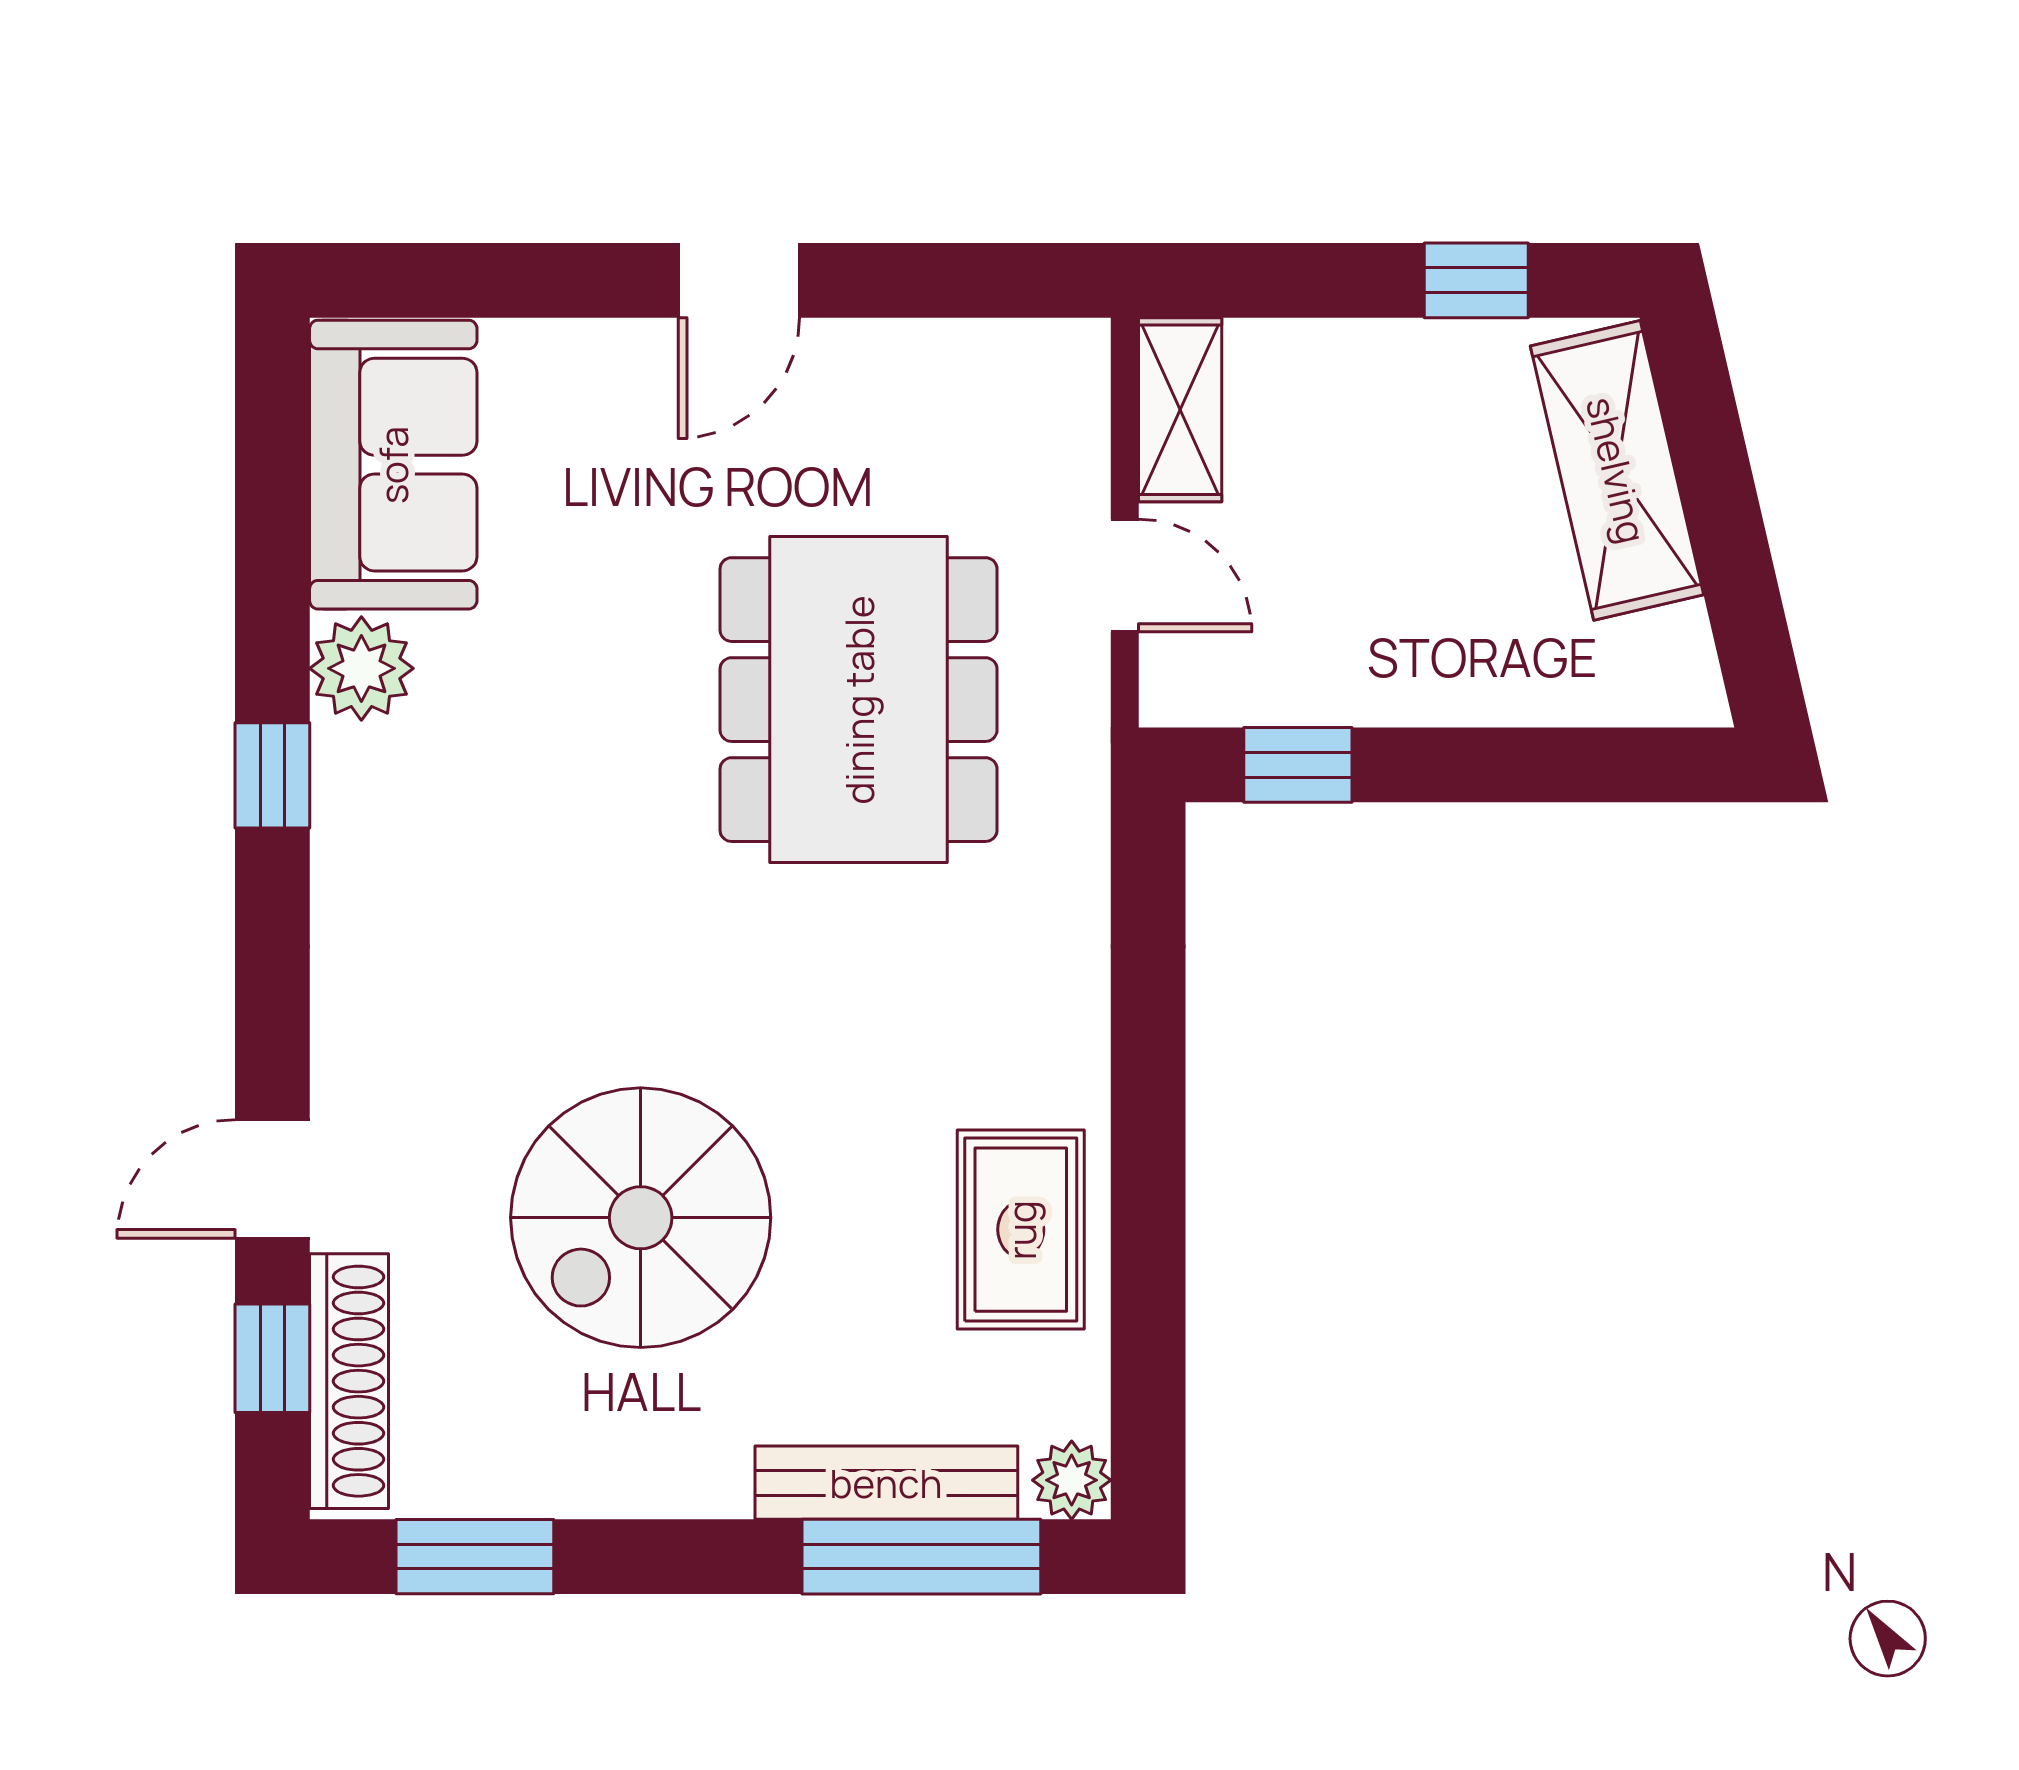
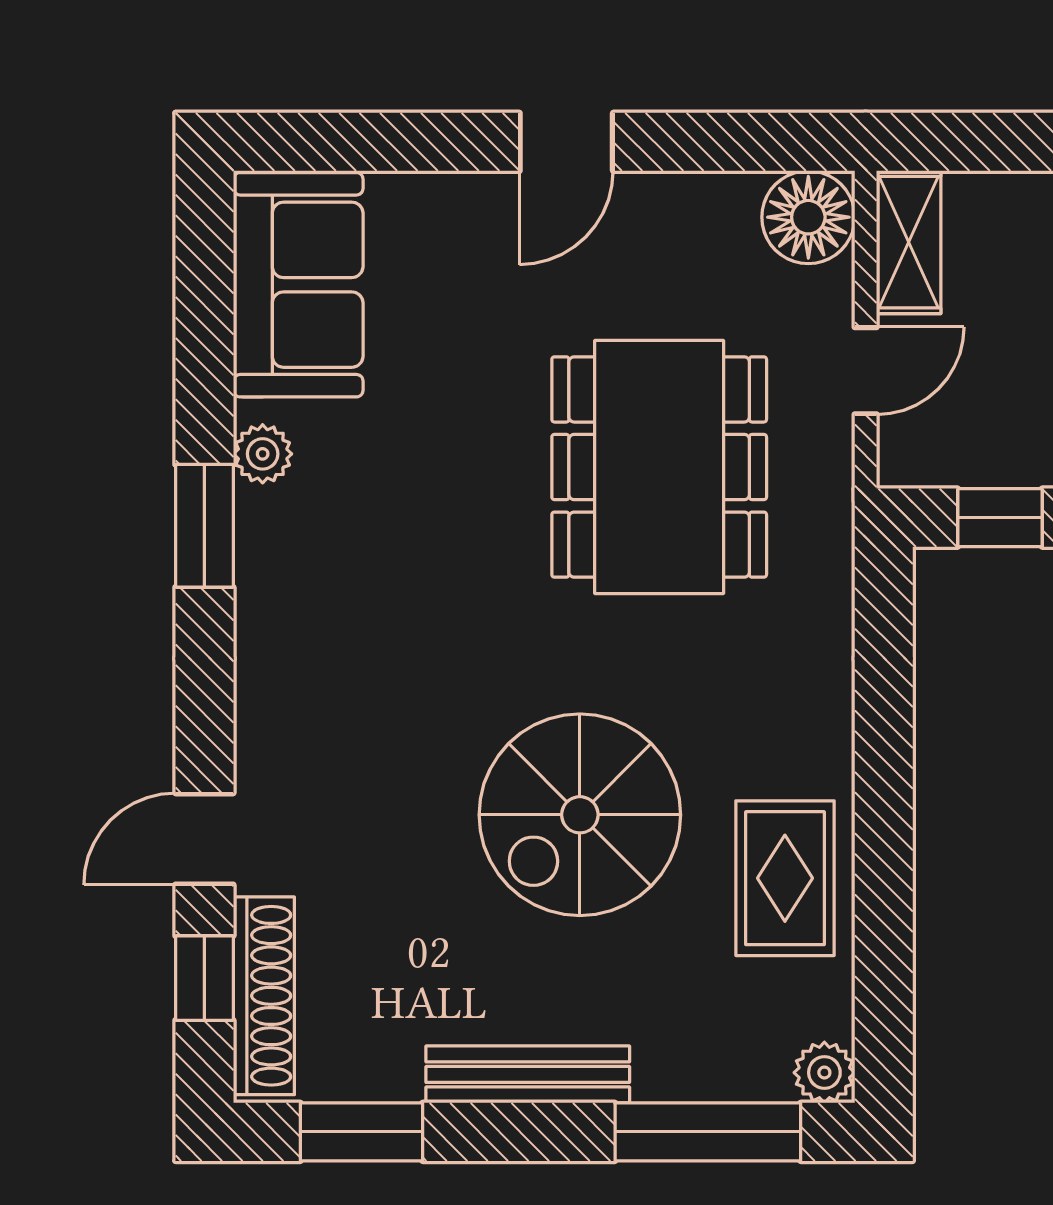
floor lamp: (1051, 378) -> (808, 217), added
door: (1125, 575) -> (866, 371), hinge flipped
plant: (361, 668) -> (263, 454), width x0.73, depth x0.73
window: (272, 775) -> (204, 526), width x1.50
spiral stairs: (641, 1218) -> (580, 815), moved
bench: (886, 1483) -> (528, 1074), moved

